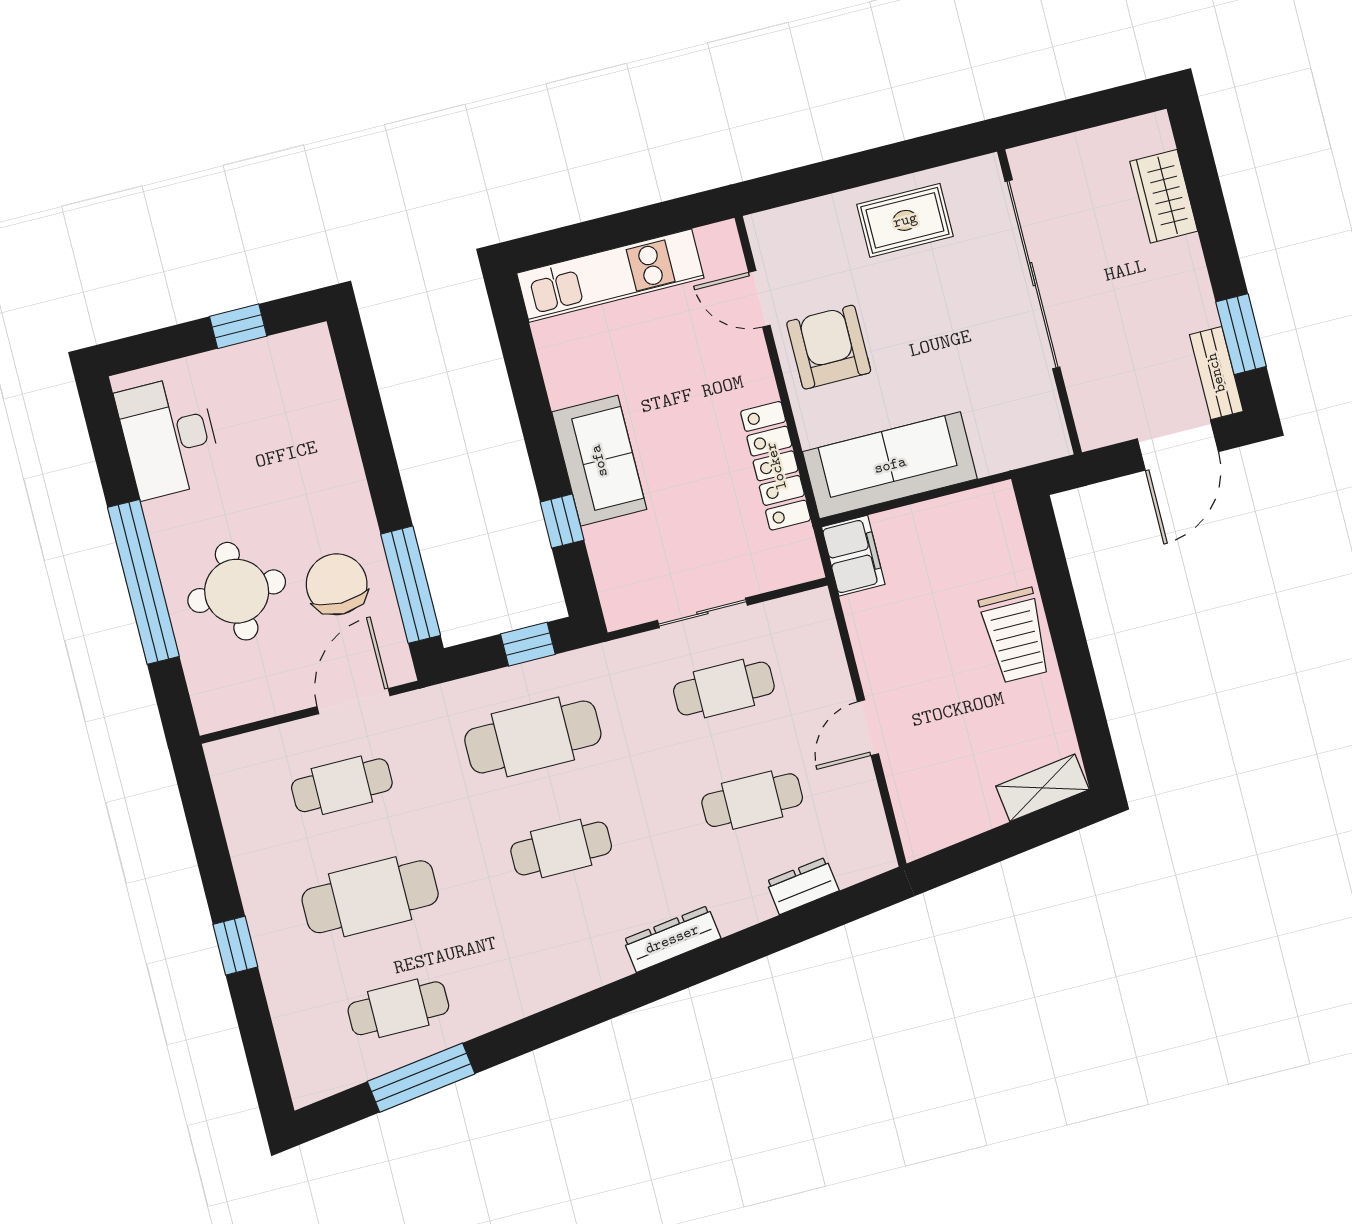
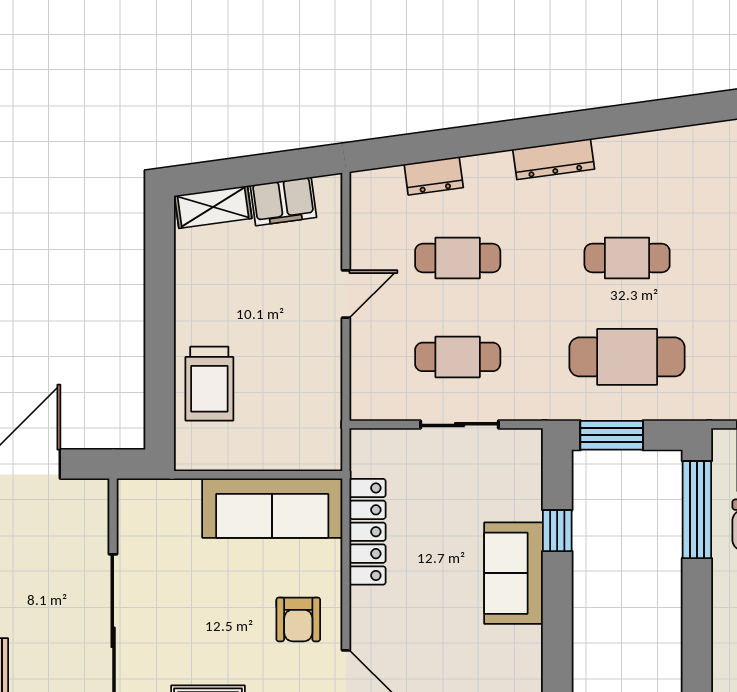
armchair: (829, 347) -> (298, 619), width x0.72, depth x0.72
filing cabinet: (853, 556) -> (283, 201), moved, turned -98
trolley: (1015, 635) -> (209, 384), moved, turned 180
window: (528, 644) -> (612, 435), width x1.50

